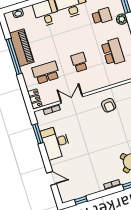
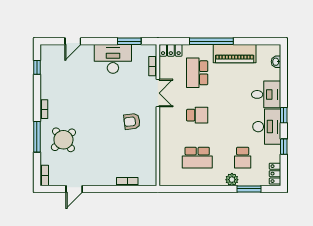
window: (14, 57) -> (211, 41), moved
school desk: (46, 73) -> (197, 73), turned 180
armchair: (109, 105) -> (132, 121), moved

